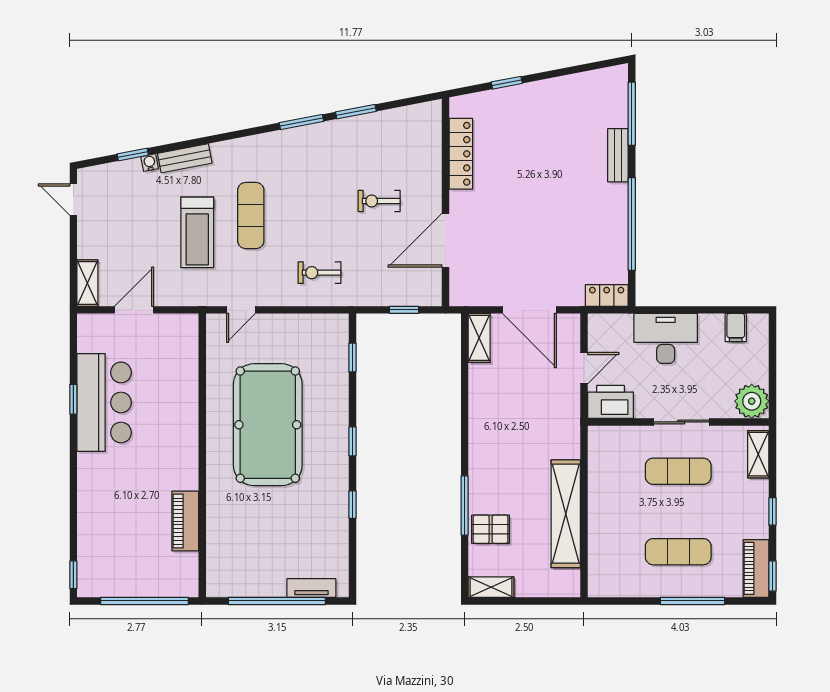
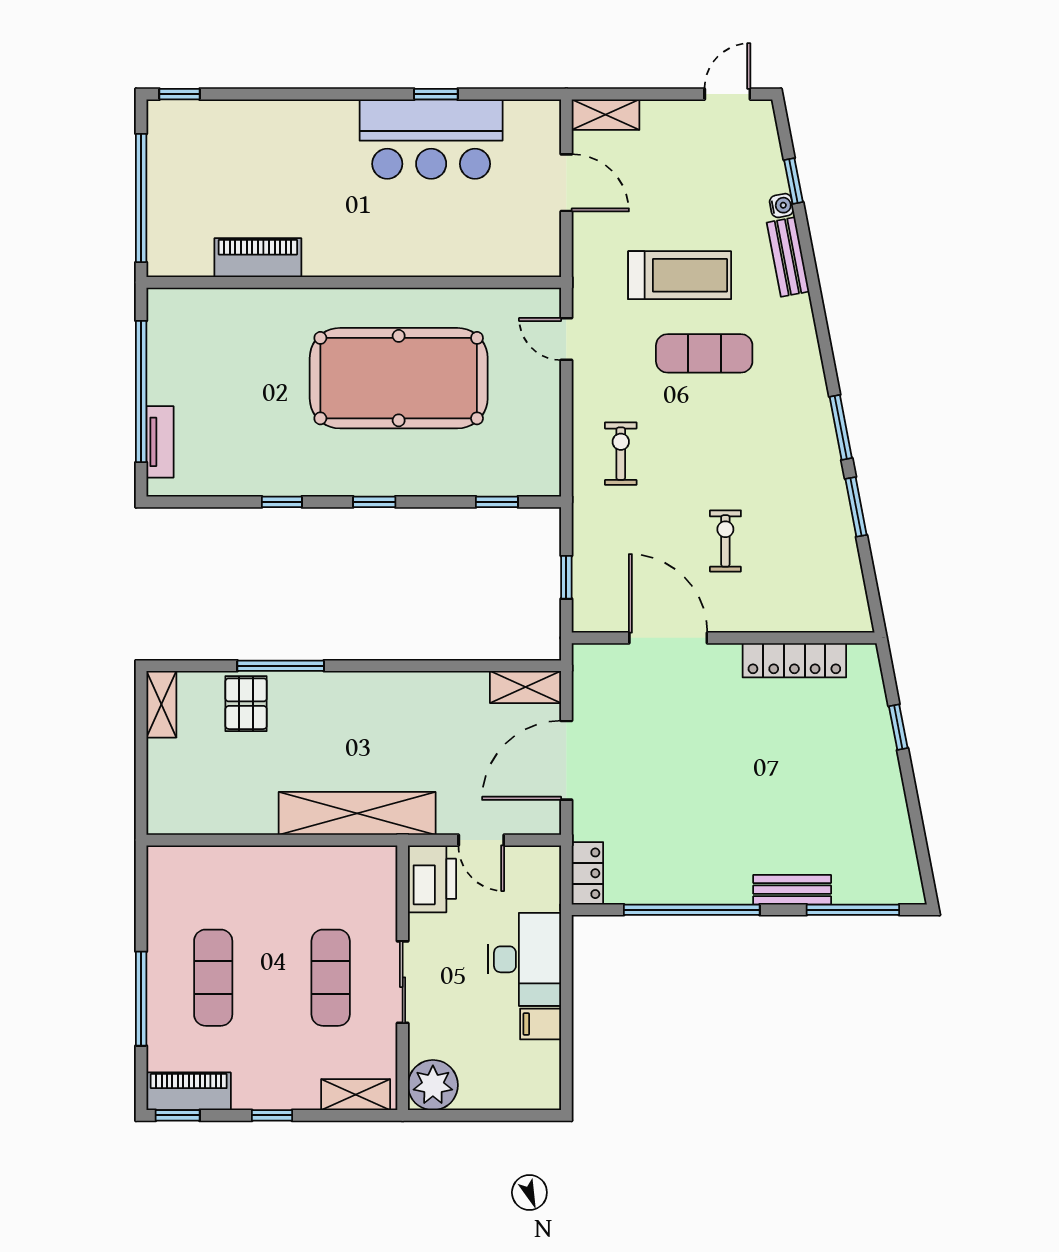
treadmill: (197, 232) -> (680, 275), turned 180
filing cabinet: (736, 327) -> (541, 1024), moved
shelving: (566, 514) -> (357, 813), moved

